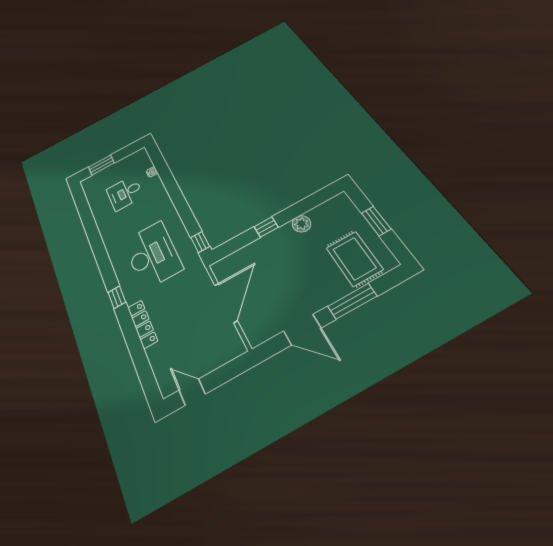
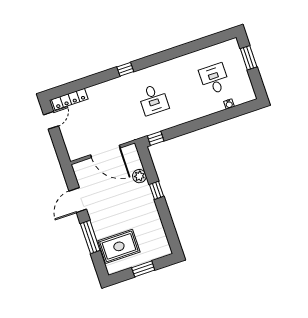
plant: (301, 224) -> (139, 176), moved
desk: (152, 255) -> (153, 99), width x0.53, depth x0.77
locker: (143, 324) -> (70, 99), moved

